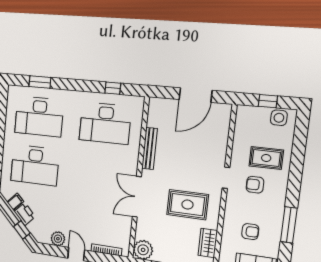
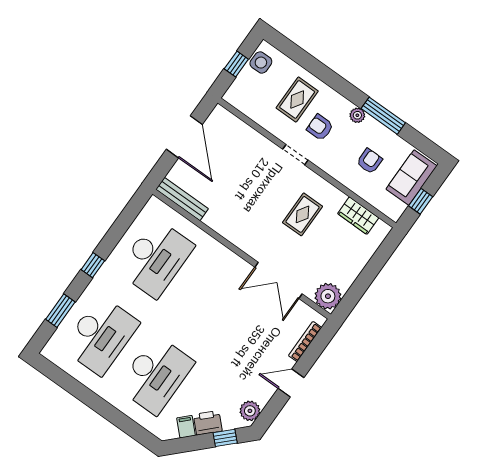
window: (113, 88) -> (93, 265), moved
bench: (150, 148) -> (182, 199), moved
armchair: (255, 185) -> (320, 127), turned 90
double door: (137, 197) -> (279, 280), moved
rug: (187, 205) -> (302, 214), width x0.73, depth x0.70
plant: (279, 206) -> (357, 115), added
plant: (58, 239) -> (250, 411), moved

